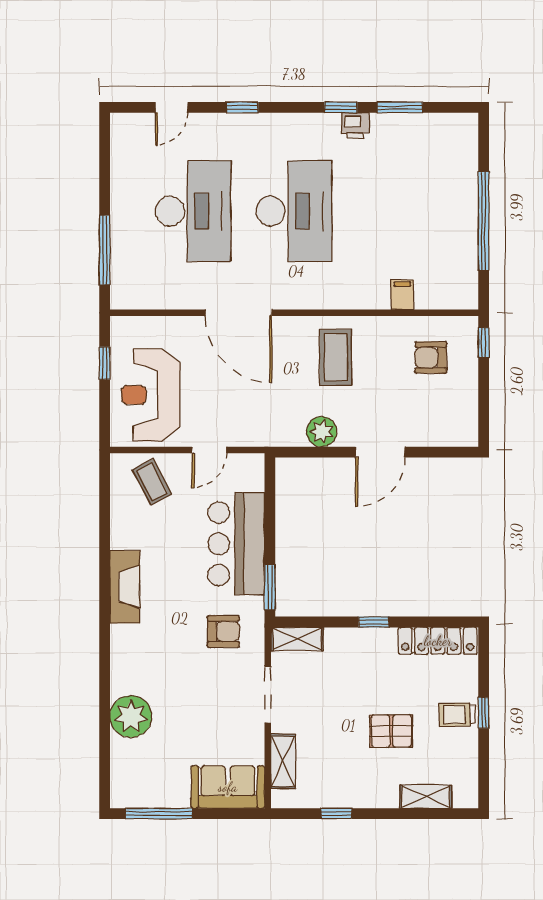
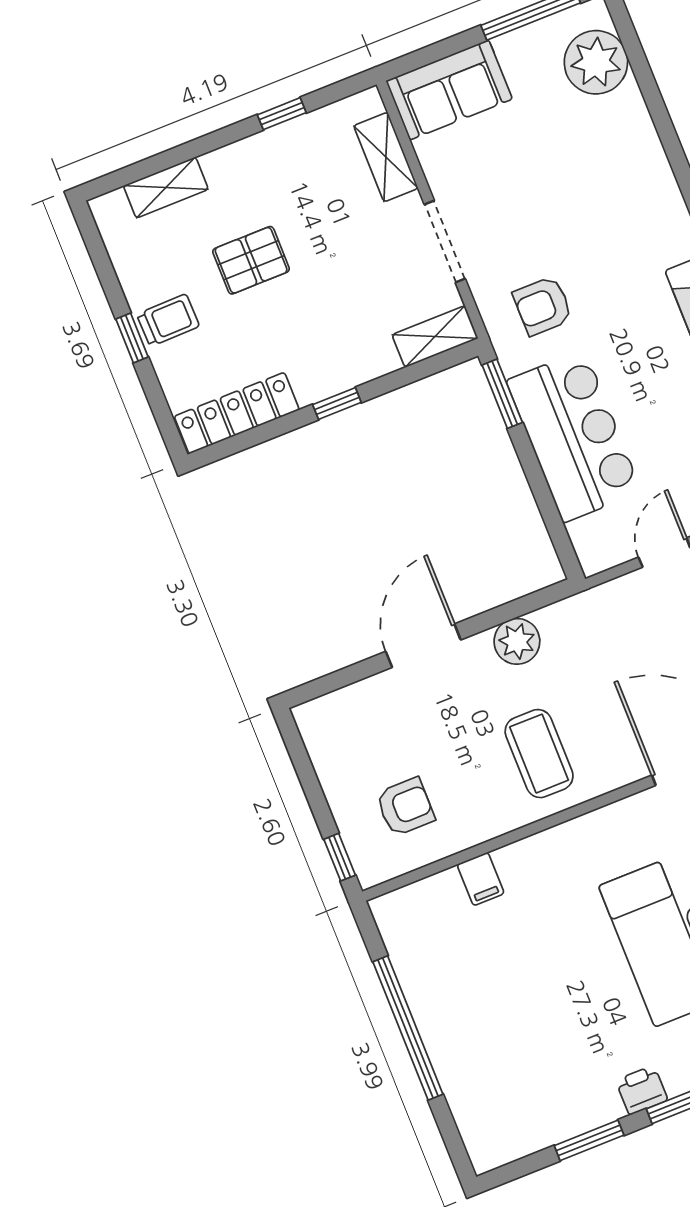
plant: (131, 717) -> (596, 62), moved

